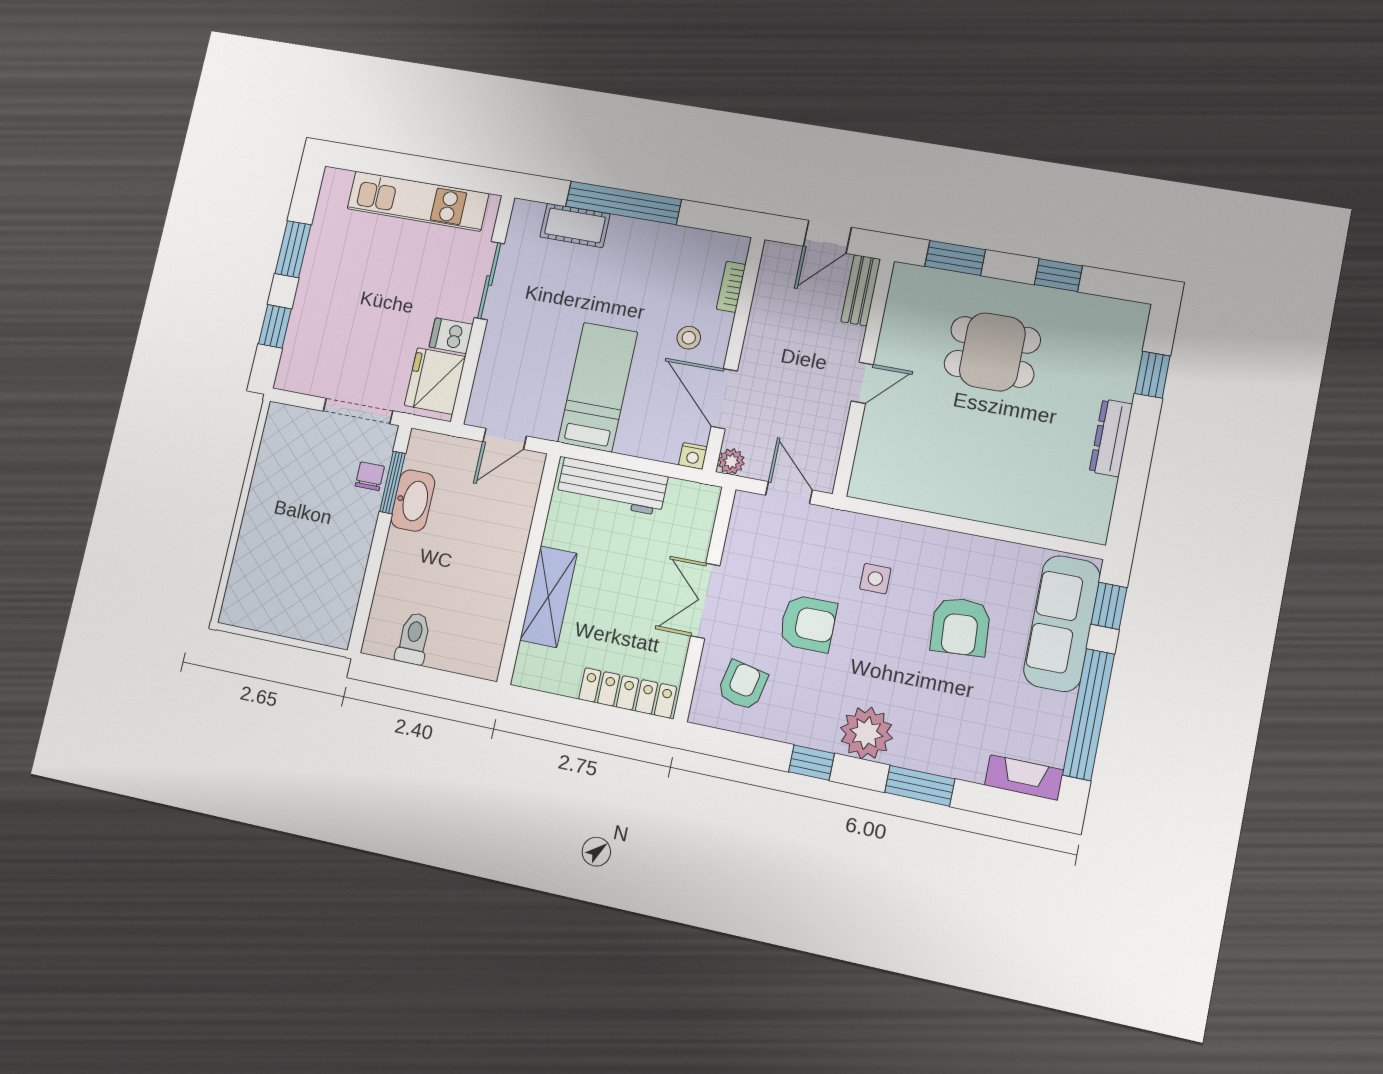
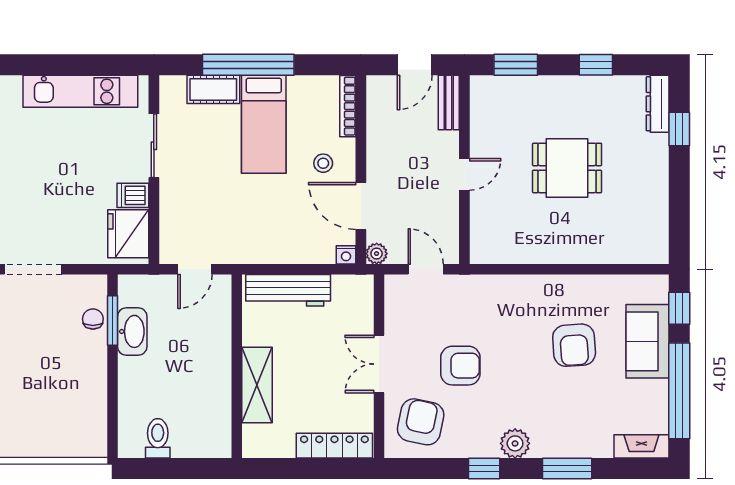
bookcase: (731, 287) -> (348, 106), width x1.56
dining table: (992, 352) -> (567, 168), moved
bed: (598, 387) -> (264, 124), moved, turned 180
doorway: (358, 411) -> (33, 269), moved
dresser: (1111, 438) -> (658, 104), moved
side table: (875, 579) -> (504, 322), removed
sofa: (1062, 623) -> (648, 341), width x0.73
armchair: (742, 685) -> (421, 422), width x1.38, depth x1.38
plant: (866, 733) -> (515, 443), width x0.73, depth x0.73

